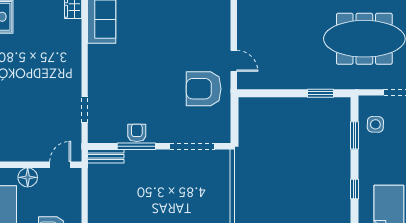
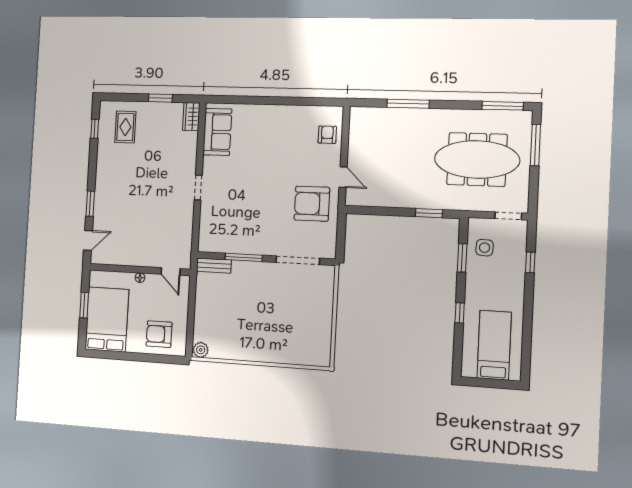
doorway: (85, 110) -> (198, 187), moved
armchair: (137, 133) -> (327, 135), moved
door: (60, 165) -> (171, 271), swing flipped
floor lamp: (28, 177) -> (140, 278), width x0.53, depth x0.53

